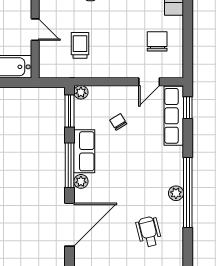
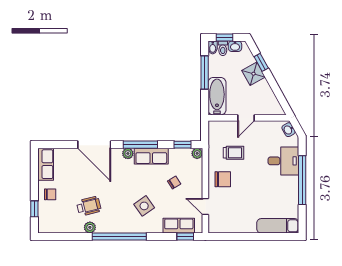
chair: (157, 41) -> (223, 179), moved
window: (69, 111) -> (183, 145), width x0.67
row of seats: (174, 116) -> (179, 226), width x0.68
side table: (148, 160) -> (144, 206), added
plant: (176, 193) -> (90, 227), moved

